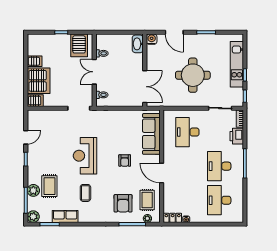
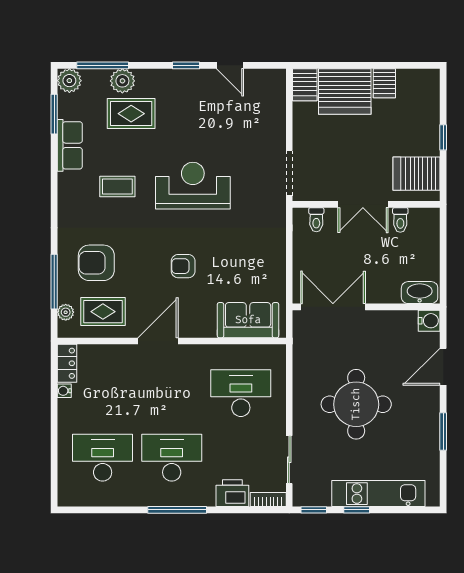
double door: (94, 72) -> (363, 204), swing flipped
double door: (145, 87) -> (333, 307), swing flipped
sofa: (151, 134) -> (248, 320), width x0.73

